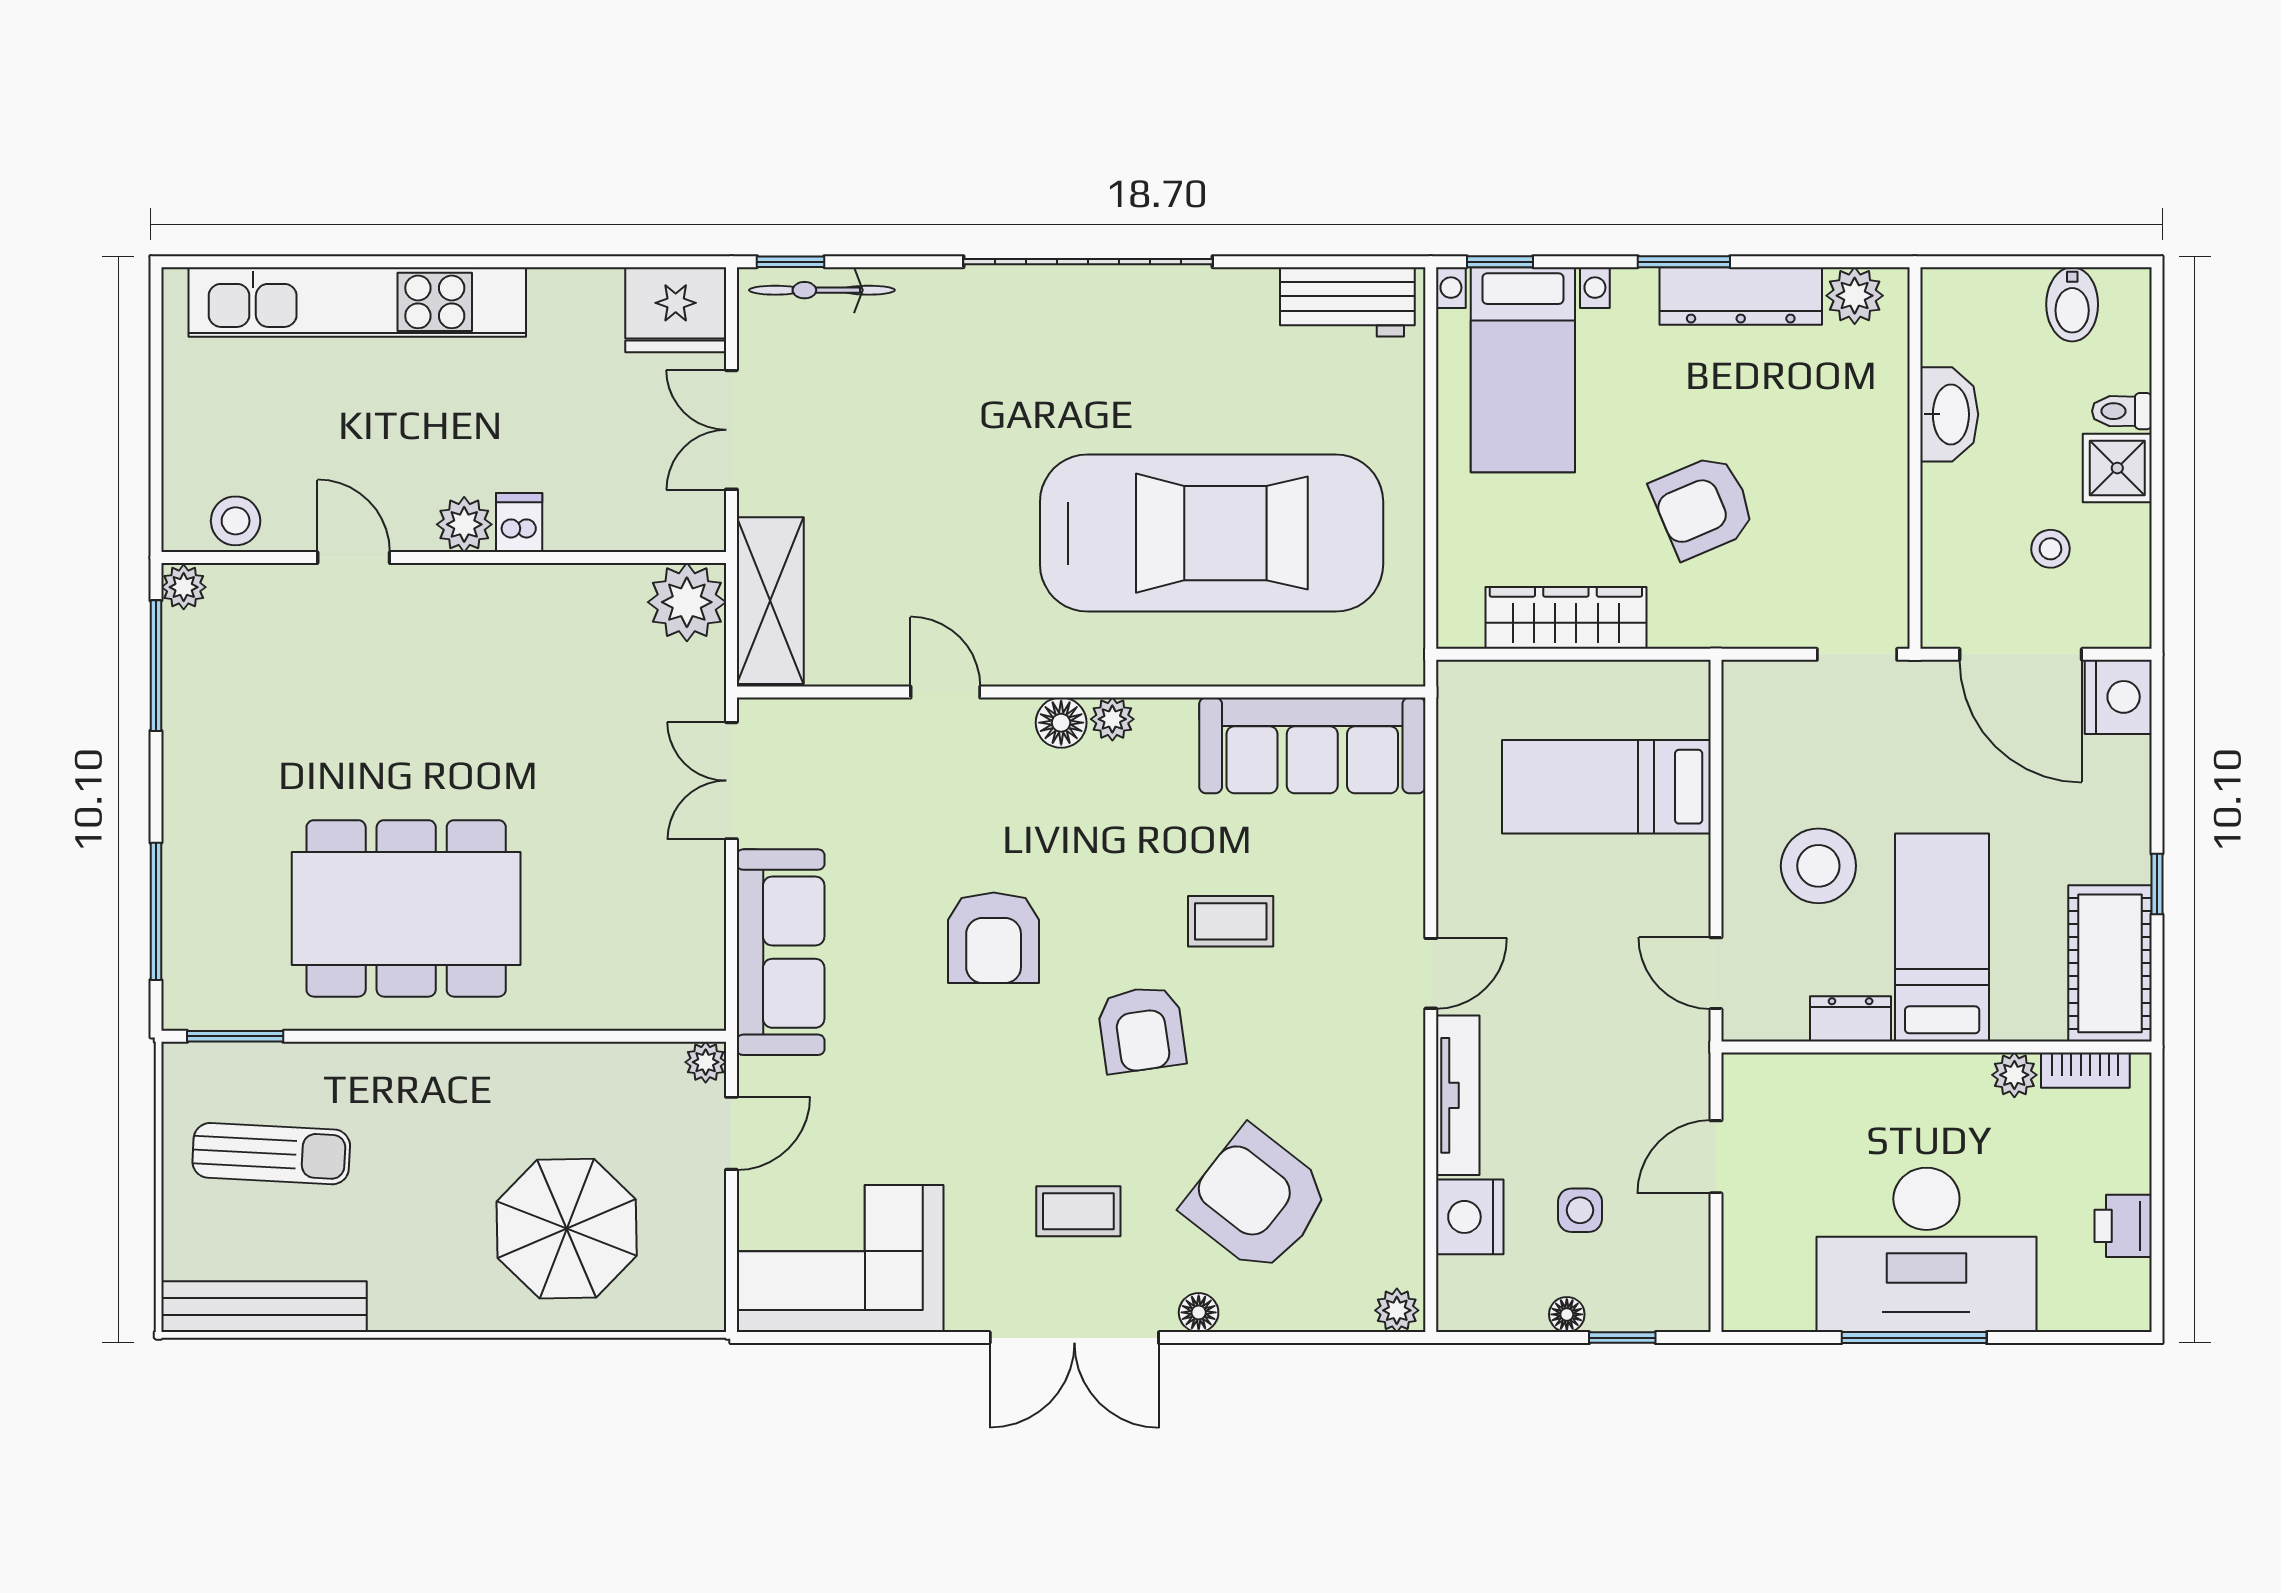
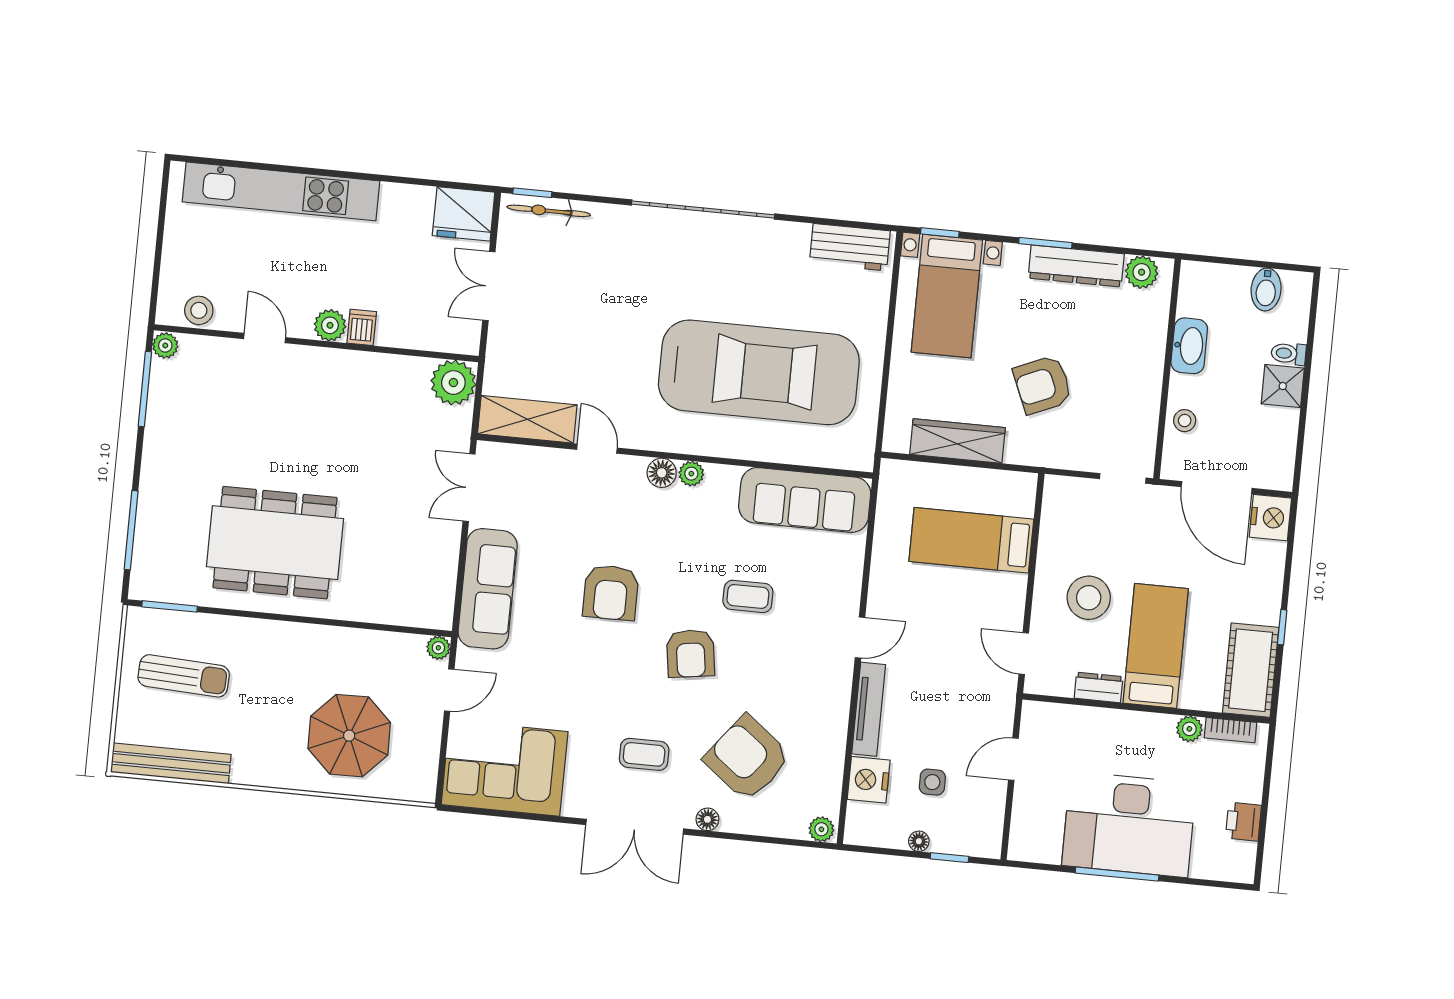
stool: (2050, 549) -> (1185, 421), moved
shelving: (770, 601) -> (527, 419), moved, turned 90

